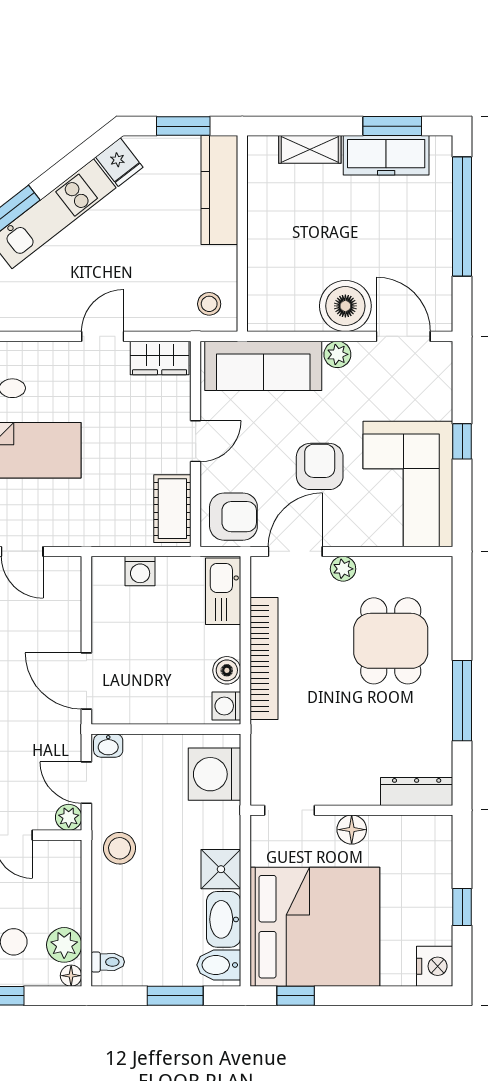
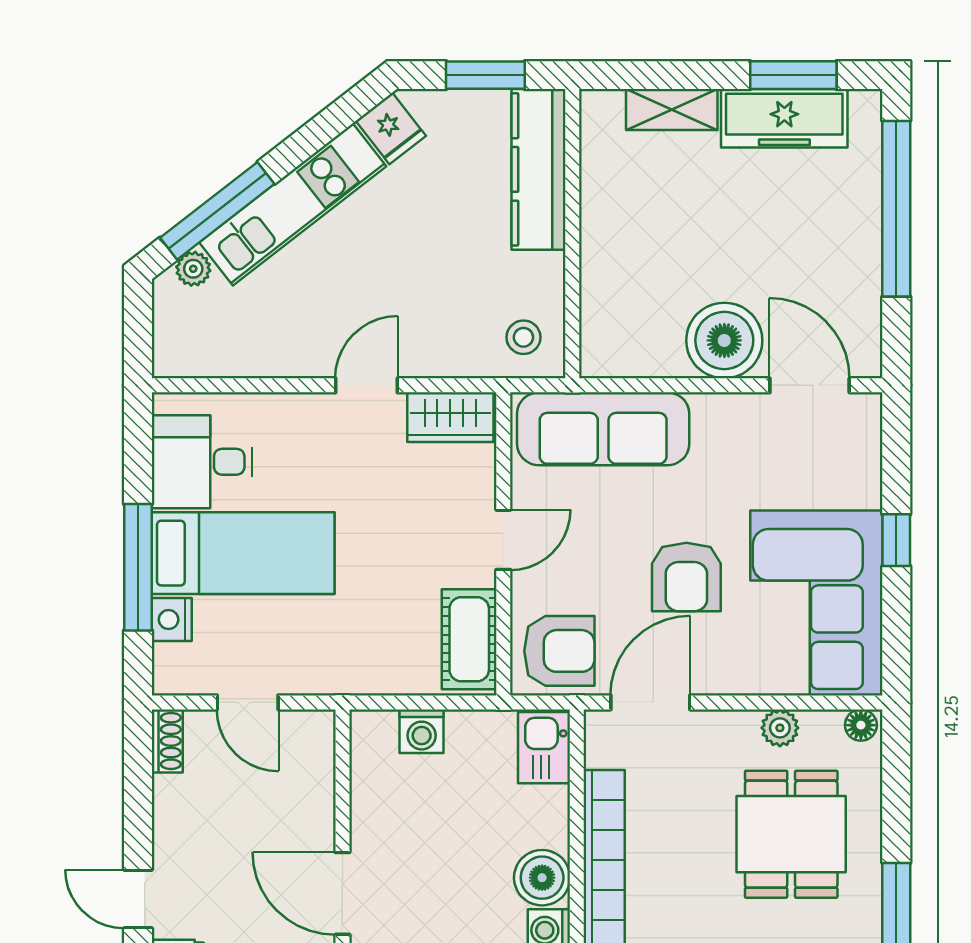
plant: (337, 354) -> (713, 412), removed
armchair: (320, 466) -> (686, 577), turned 180
floor lamp: (438, 567) -> (861, 725), added
plant: (343, 569) -> (780, 728), moved
kitchen sink: (223, 591) -> (544, 748), width x0.73
boiler: (227, 670) -> (542, 878), width x1.36, depth x1.36

